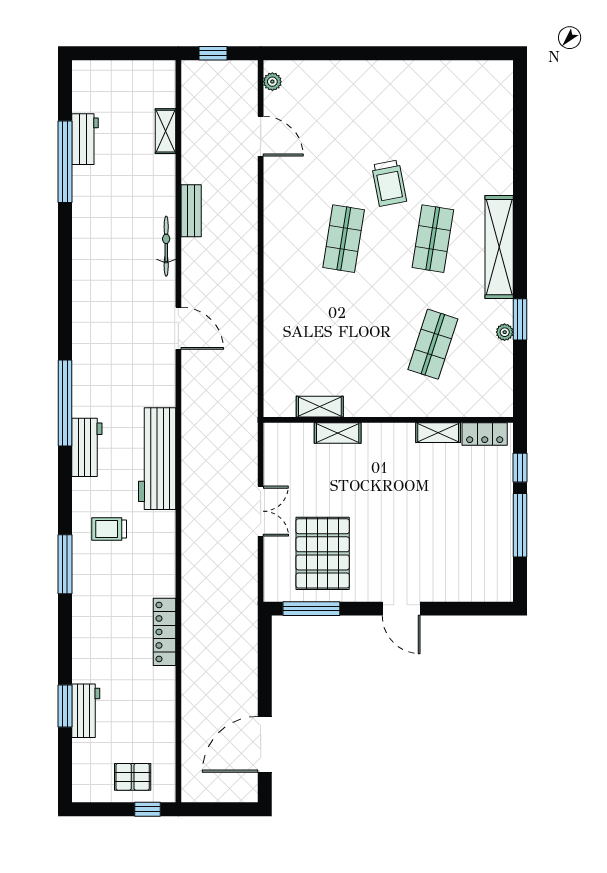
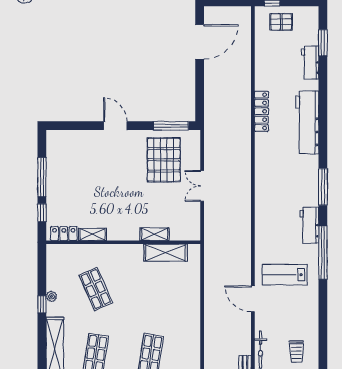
window: (520, 319) -> (42, 304), width x0.67
shop shelf: (433, 344) -> (96, 289), turned -42
lab bench: (127, 367) -> (285, 275), added
shelving: (320, 407) -> (166, 253), width x1.50, depth x1.33
workbench: (157, 459) -> (307, 122), moved, turned 180
trolley: (109, 529) -> (296, 351), moved, turned 90
window: (65, 564) -> (323, 187), moved
window: (65, 706) -> (323, 43), moved

